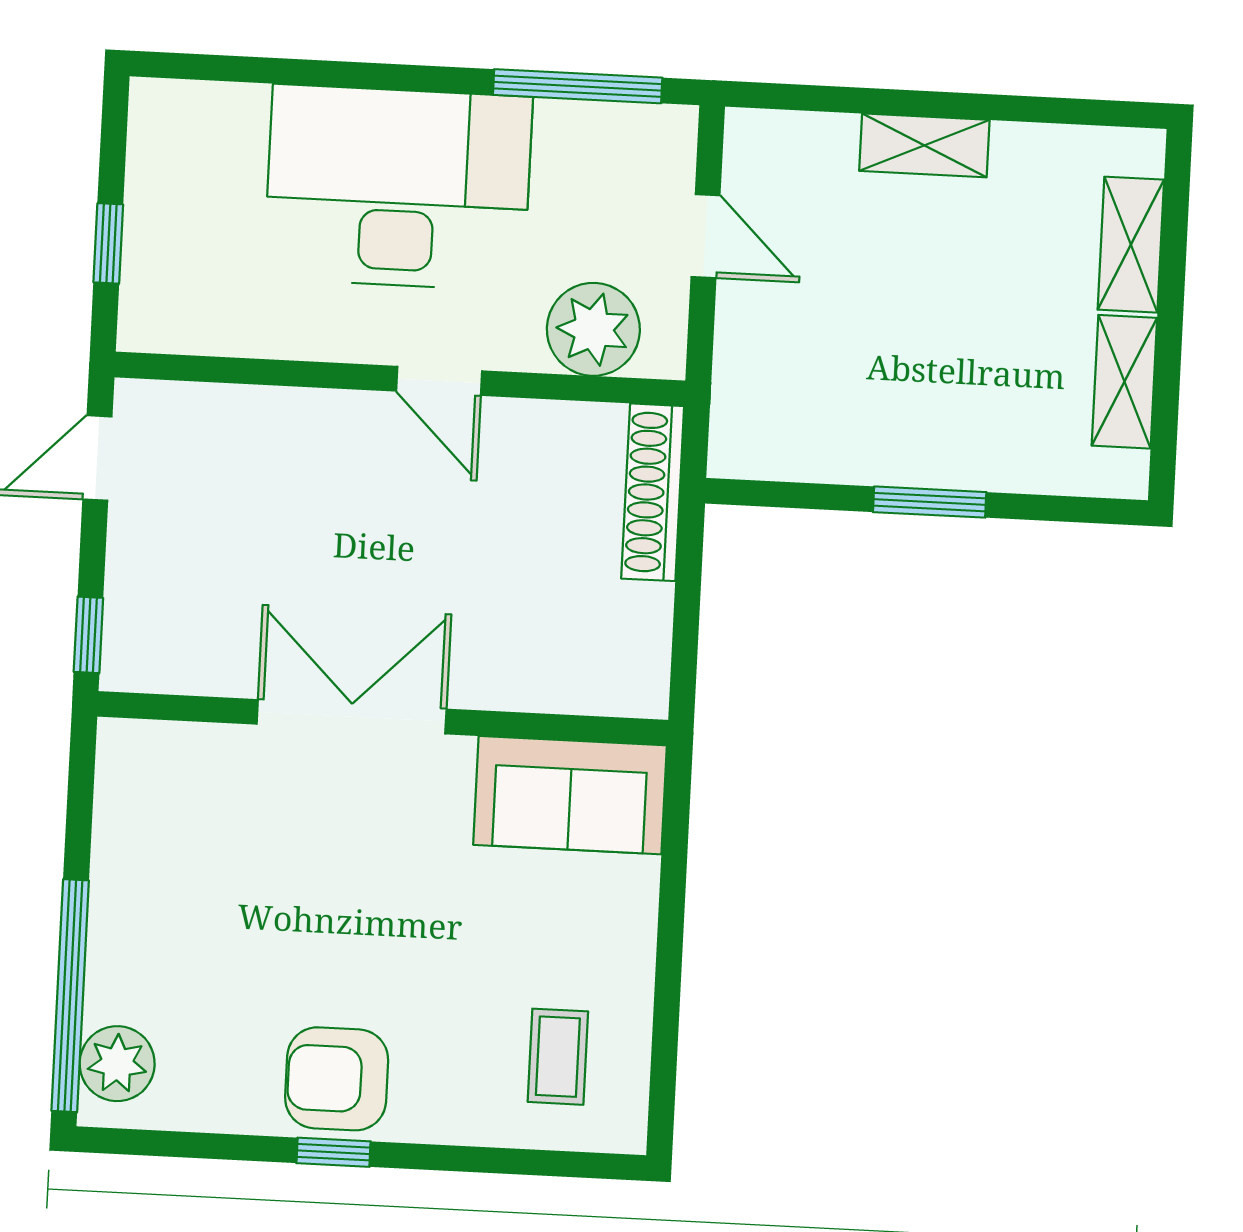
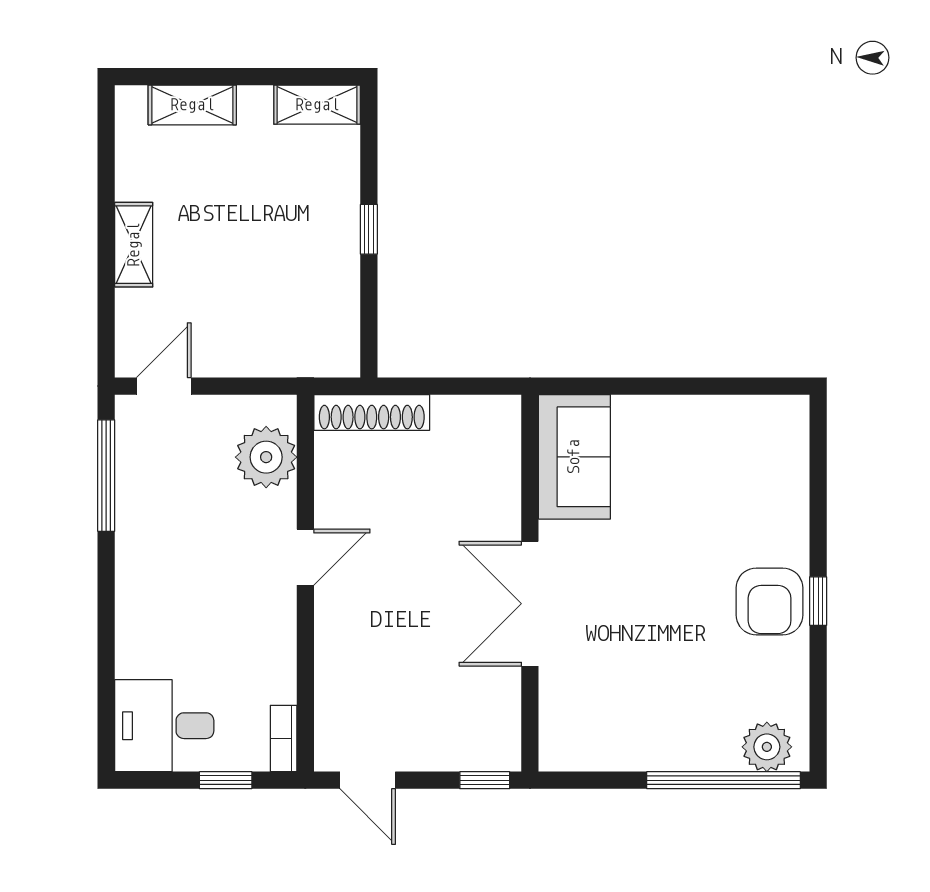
desk: (398, 188) -> (164, 726), moved, width x0.53, depth x0.77
door: (706, 236) -> (164, 386), moved
bookcase: (167, 334) -> (284, 738), added
shelving: (1124, 382) -> (317, 105), moved
window: (930, 502) -> (369, 229), width x0.67
coffee table: (558, 1057) -> (748, 456), removed

